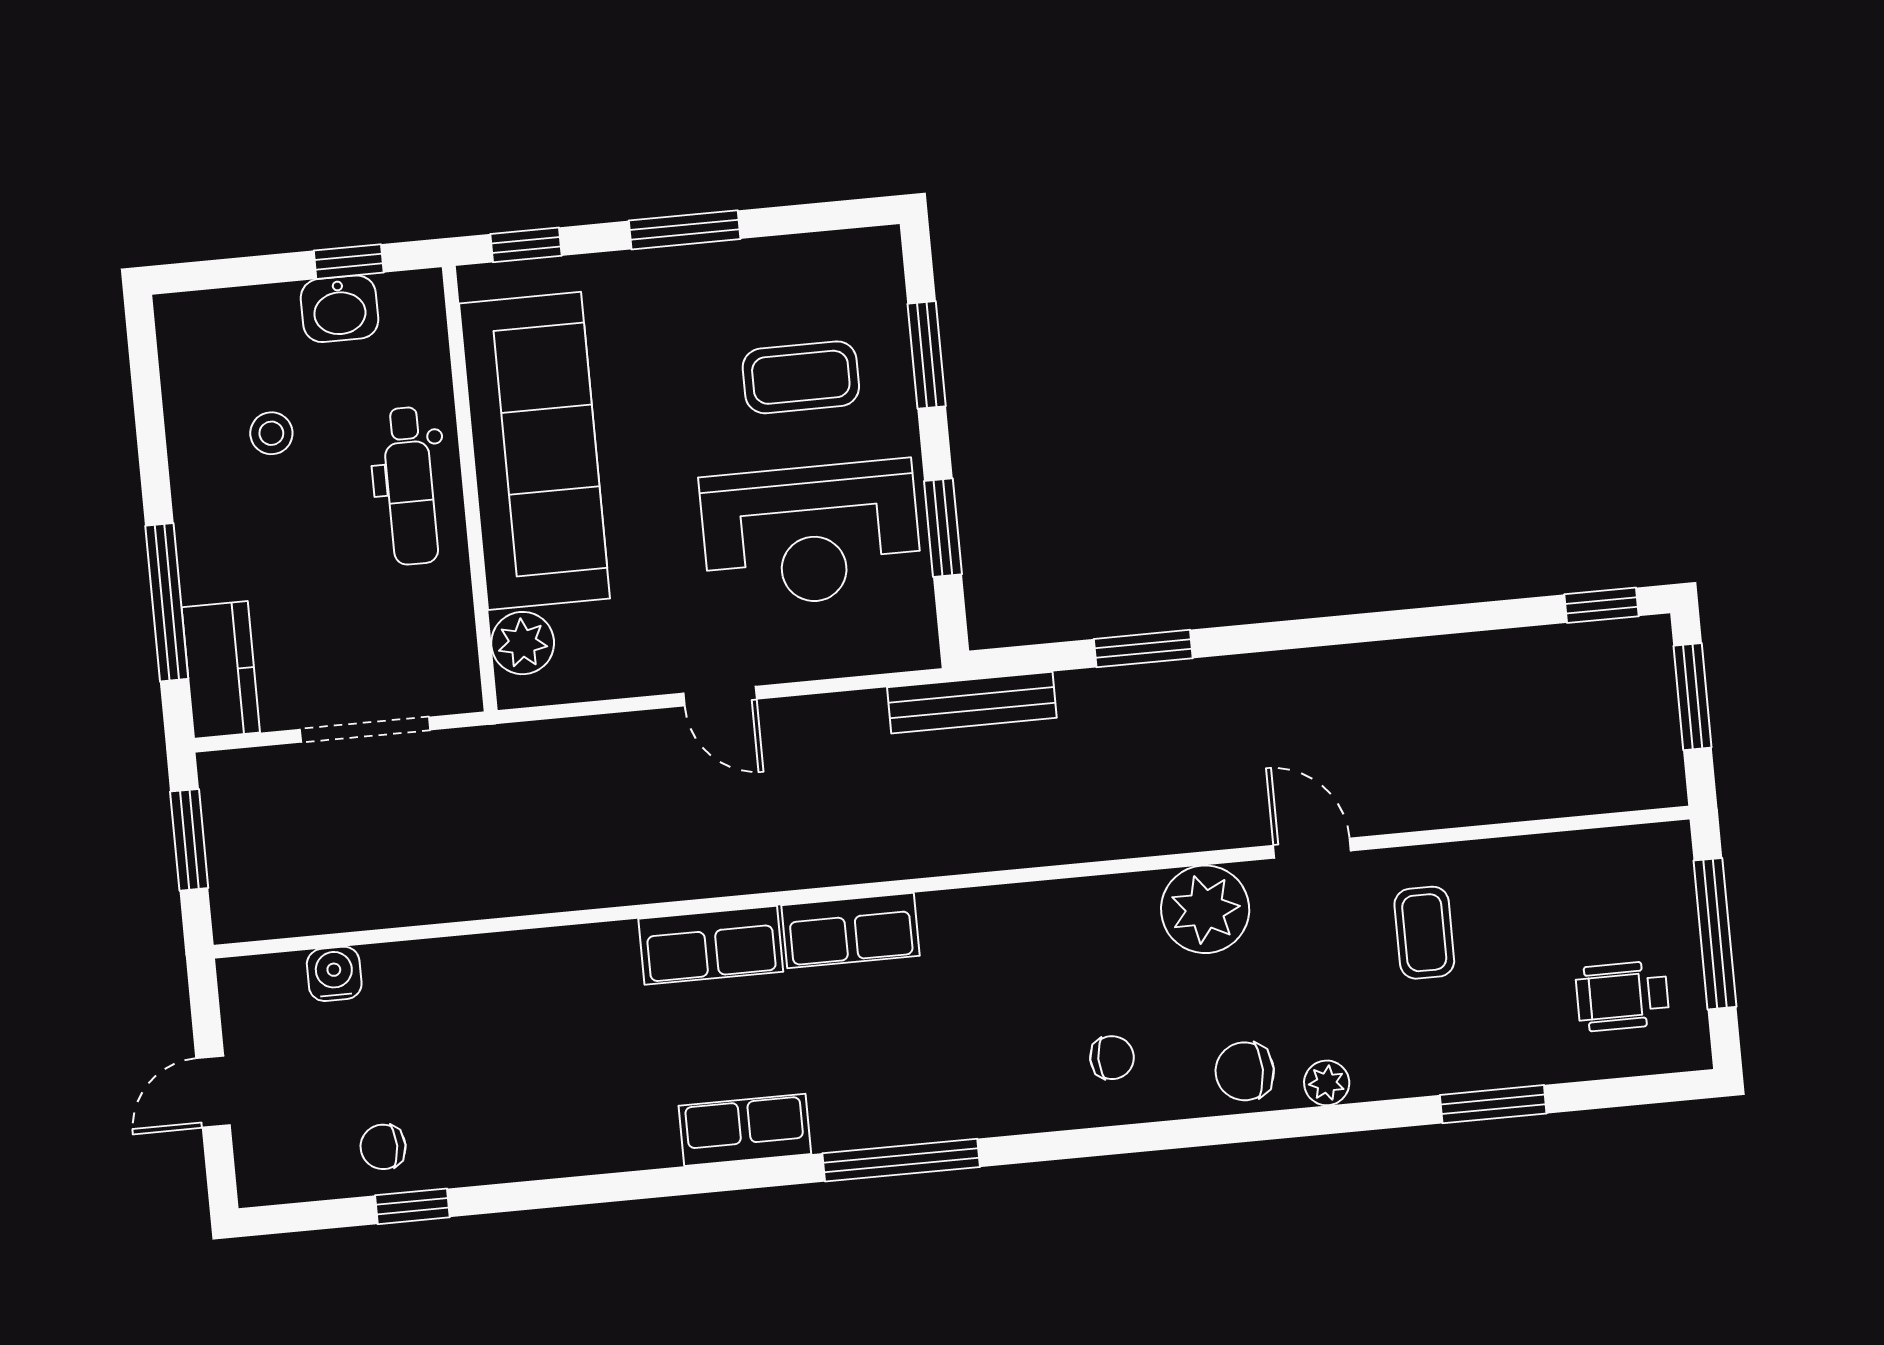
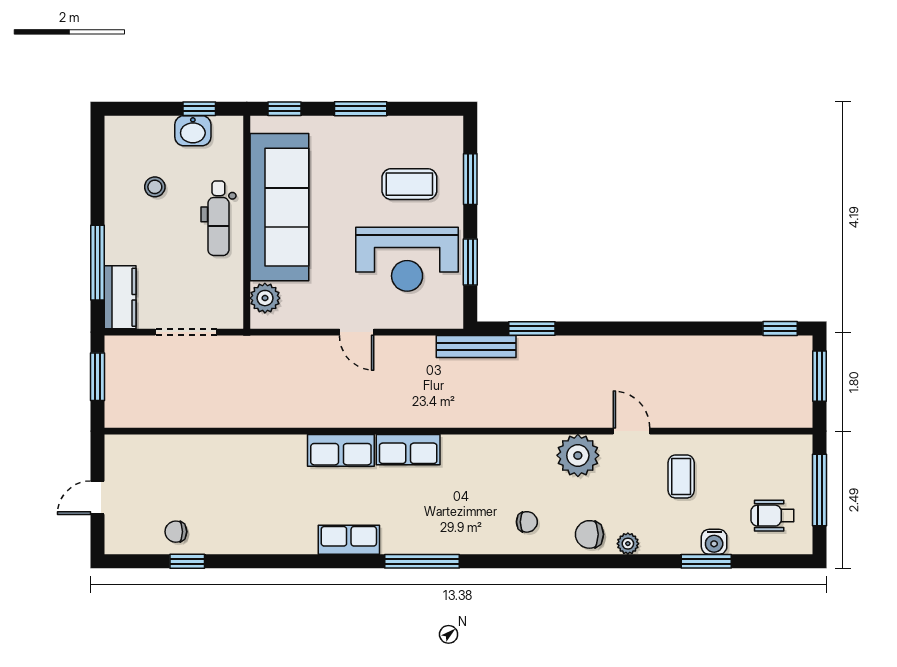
window: (1143, 649) -> (532, 329), moved
water cooler: (334, 974) -> (714, 542), moved, turned 180

